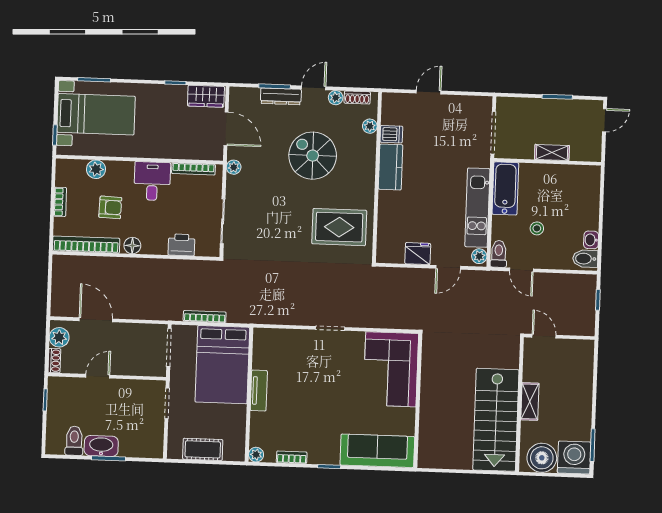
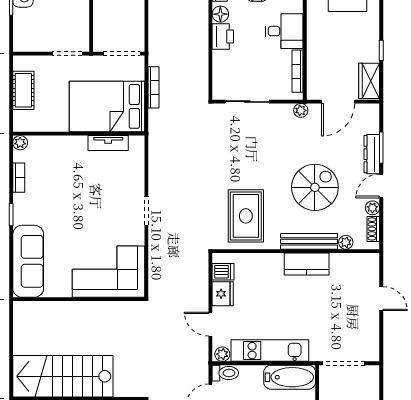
door: (314, 88) -> (381, 186), swing flipped
dishwasher: (391, 134) -> (223, 272), moved, turned -90
bench: (368, 164) -> (309, 241), added
printer: (181, 245) -> (223, 36), moved
tv unit: (259, 391) -> (108, 143), moved

